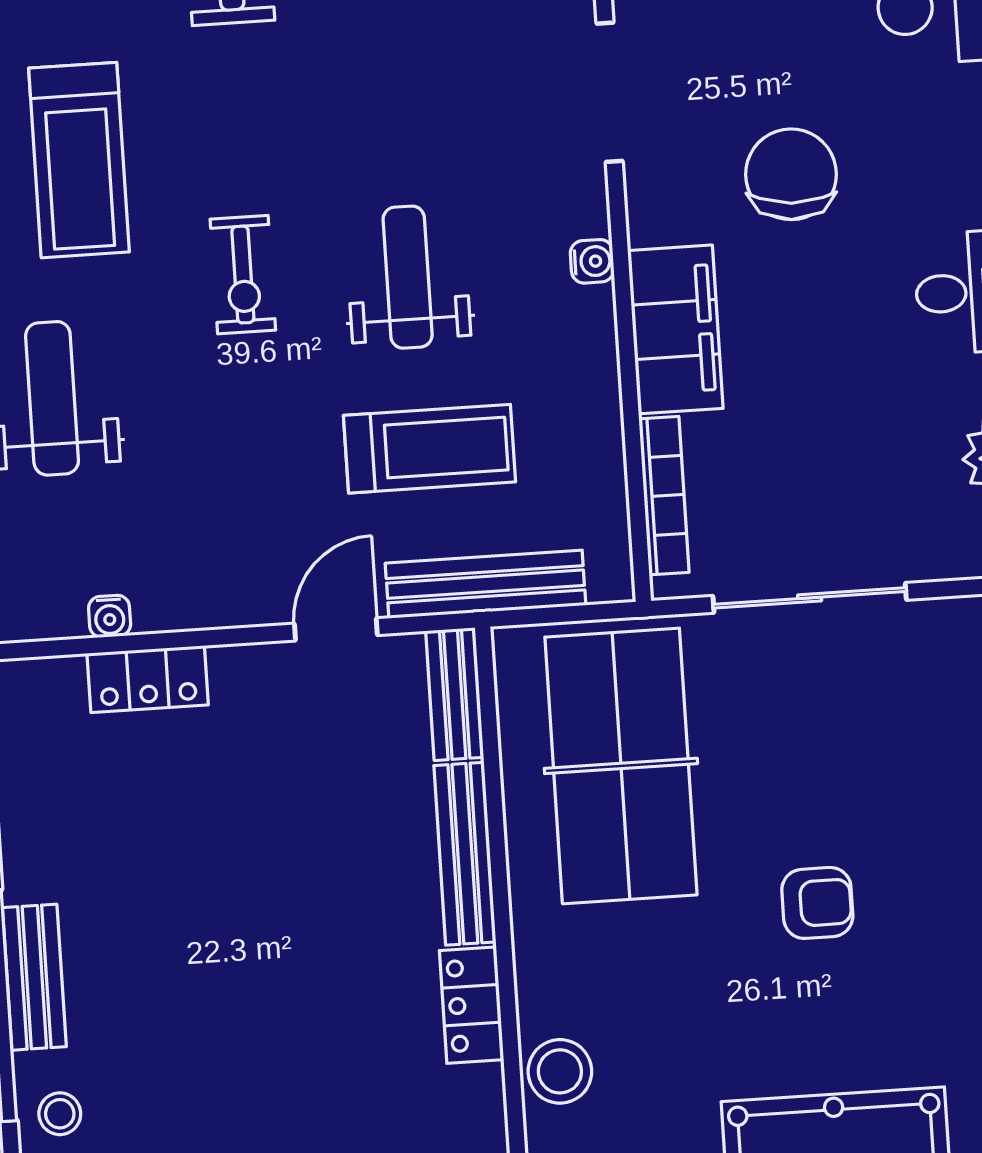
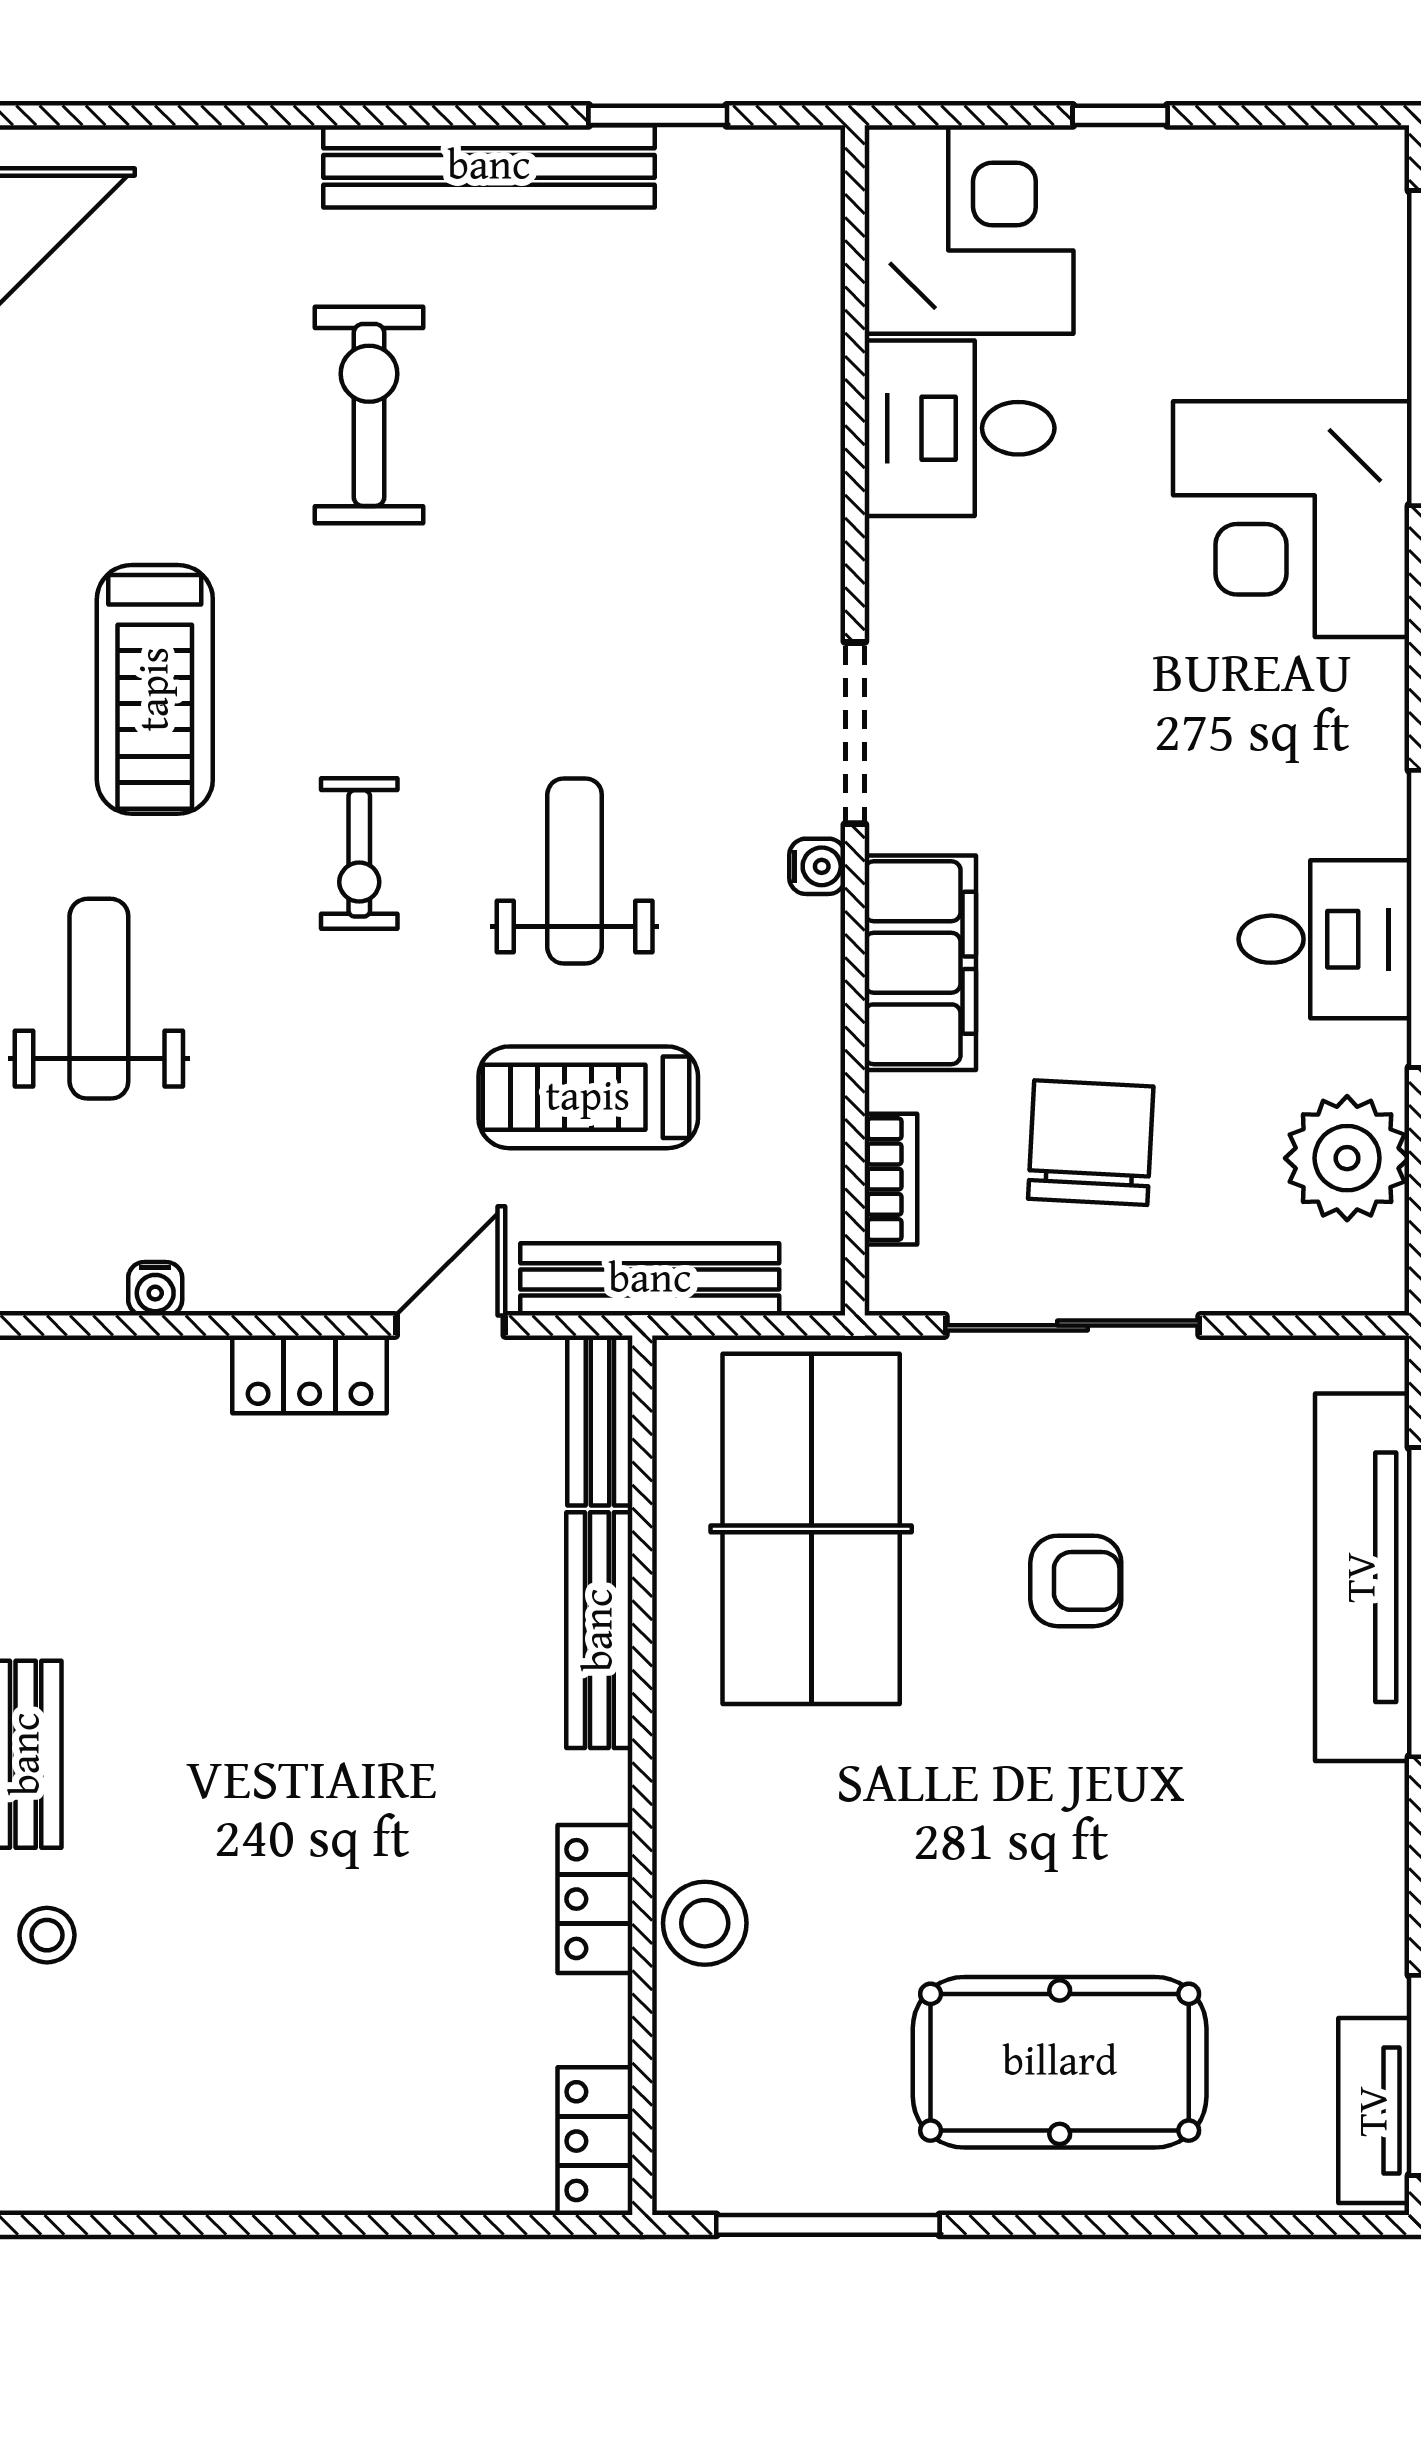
doorway: (610, 92) -> (855, 733), moved
chair: (791, 174) -> (1091, 1143), moved
treadmill: (430, 449) -> (588, 1097), turned 180
bookcase: (664, 496) -> (891, 1179), width x0.64
locker: (148, 679) -> (310, 1374), moved
armchair: (817, 903) -> (1076, 1581), moved
locker: (472, 1005) -> (595, 1899), moved

